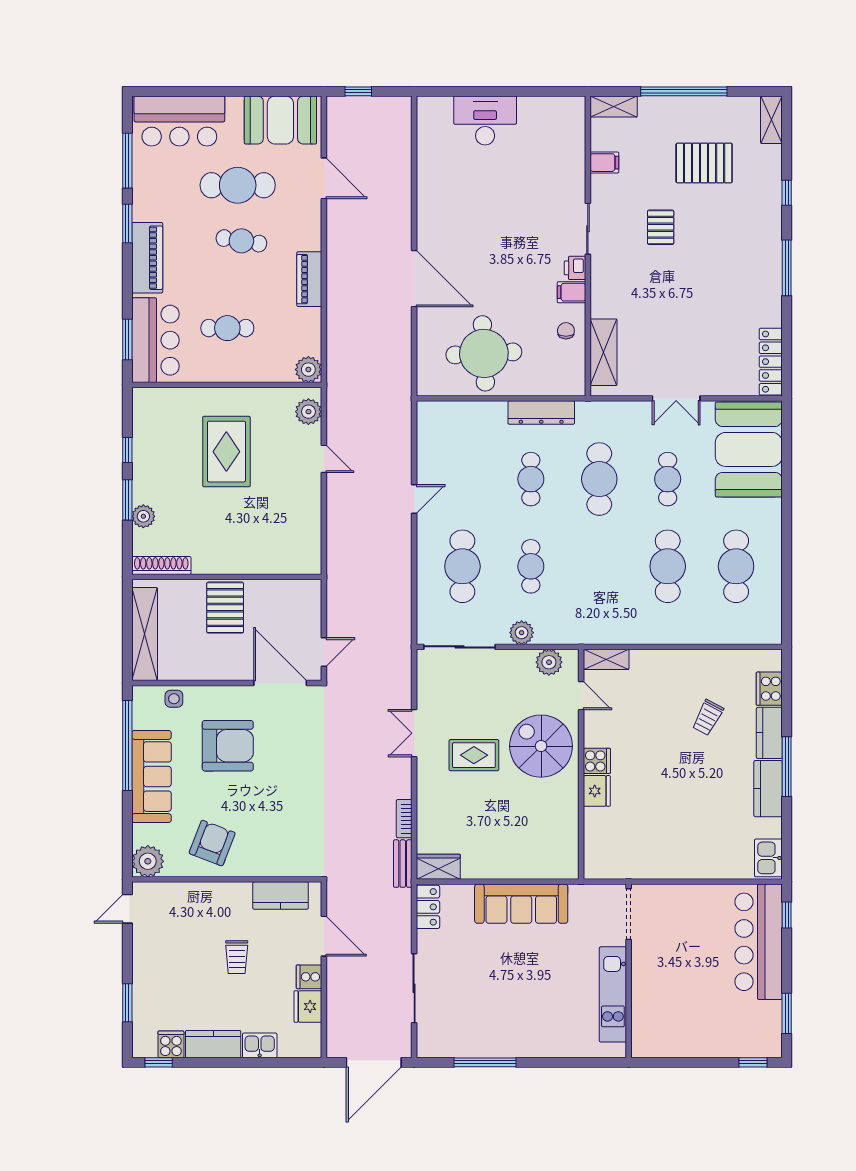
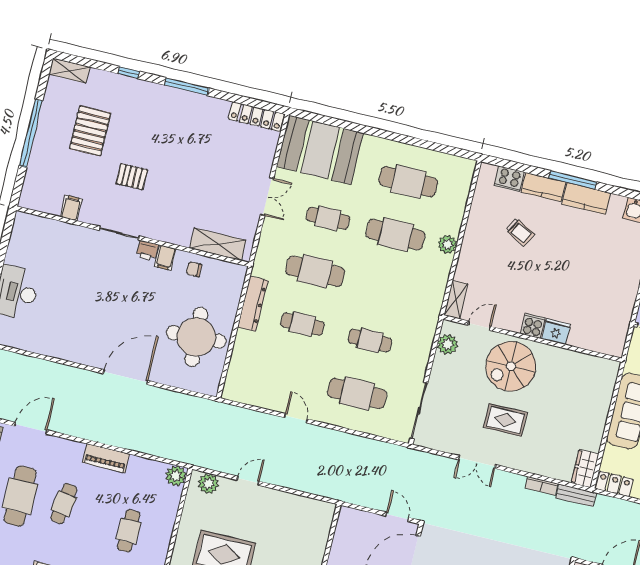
shelving: (614, 106) -> (29, 190), removed
plant: (522, 633) -> (447, 244), moved
rug: (474, 755) -> (505, 420), turned 90

